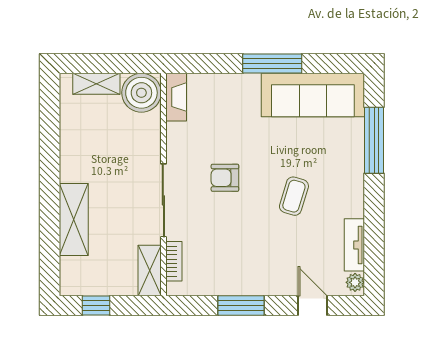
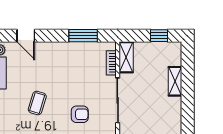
shelving: (74, 219) -> (175, 81), width x0.67, depth x0.75
window: (241, 306) -> (83, 36), moved

